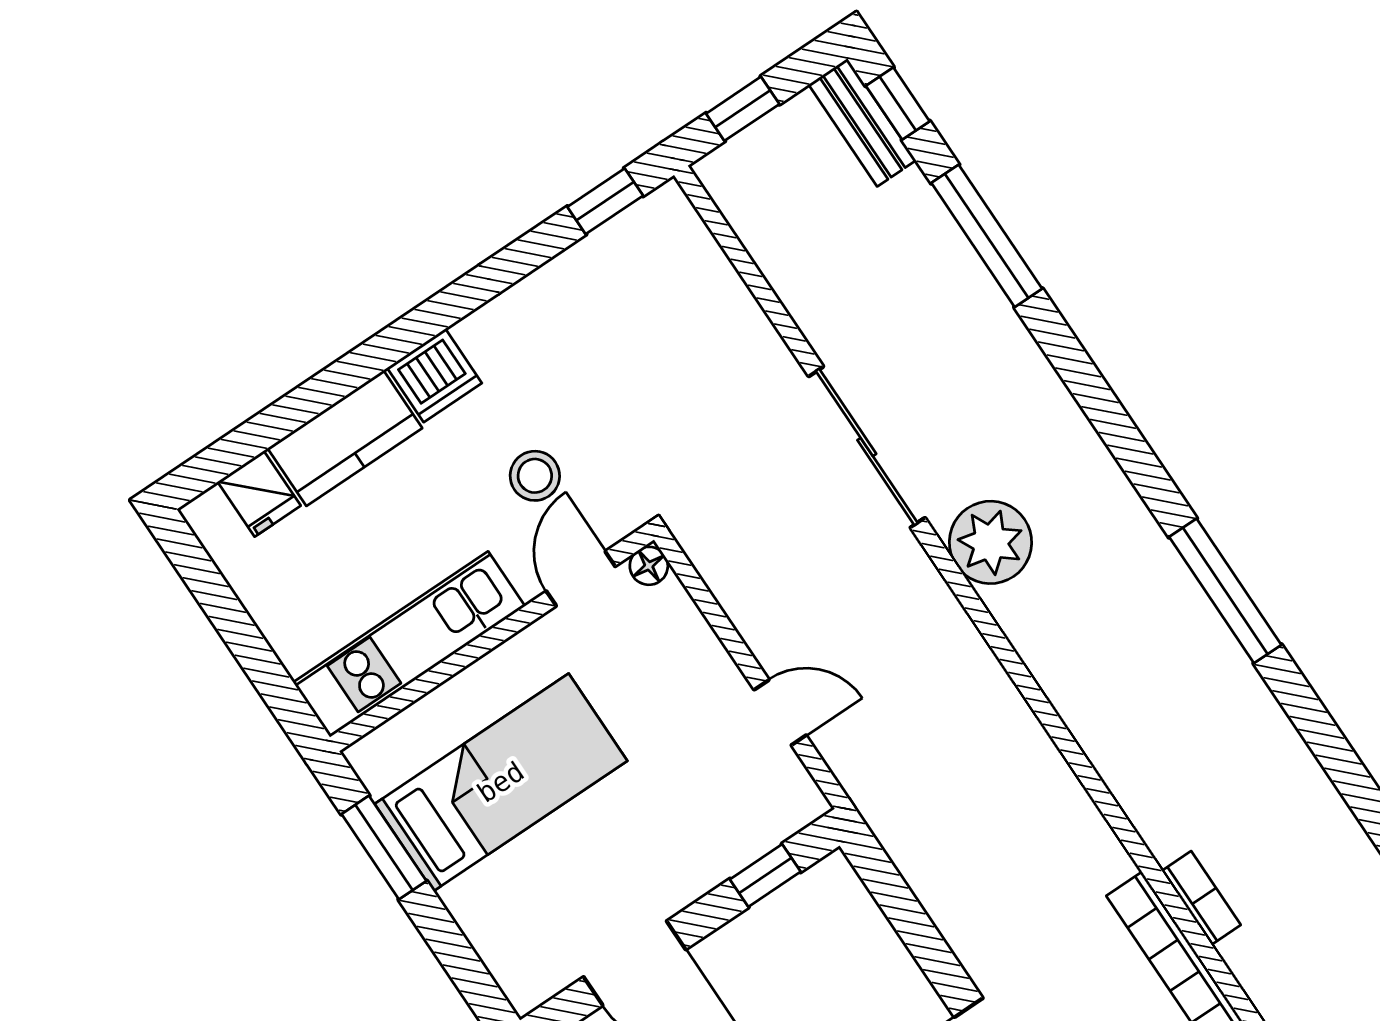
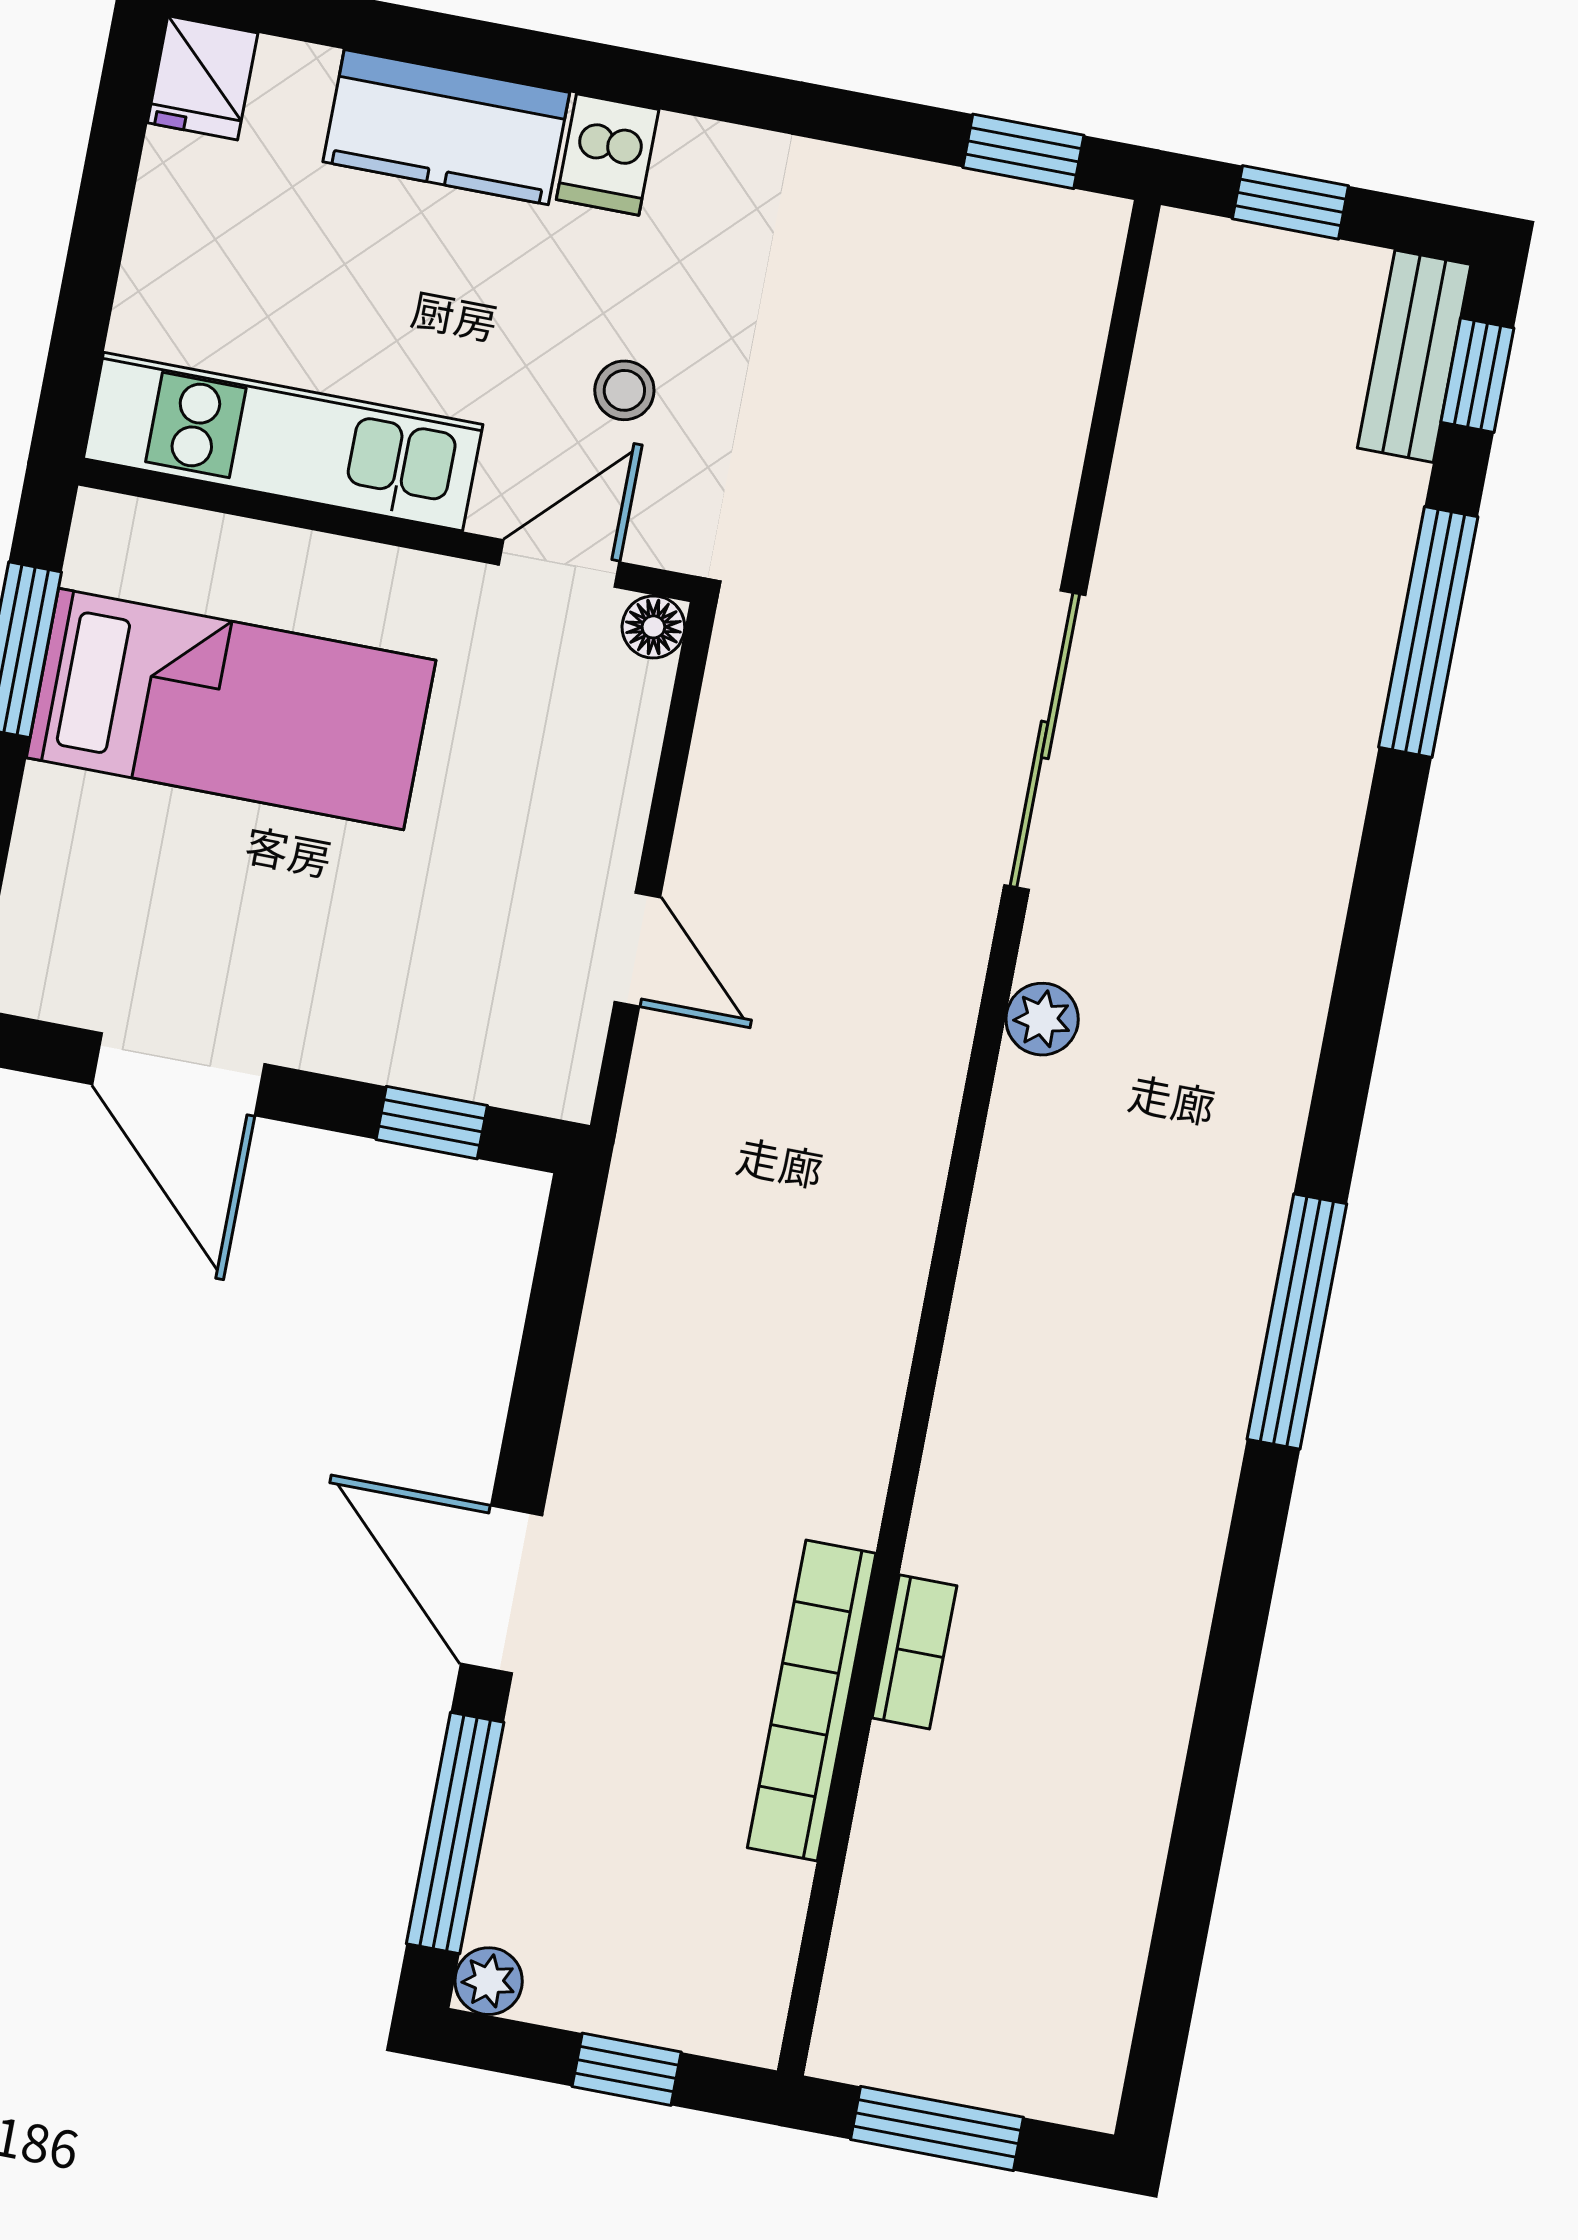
dishwasher: (434, 375) -> (608, 154), width x0.73
stool: (535, 476) -> (624, 390), width x0.73, depth x0.73
fridge: (259, 494) -> (203, 78), moved
plant: (990, 542) -> (1042, 1019), width x0.53, depth x0.53

